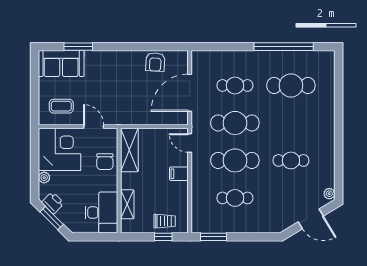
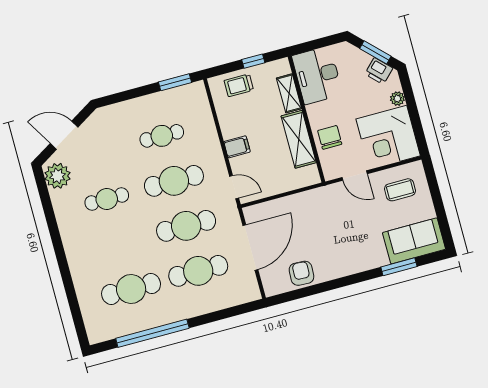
cafe table: (235, 85) -> (198, 271), width x1.37, depth x1.35
shelving: (129, 150) -> (299, 139), moved
plant: (329, 194) -> (57, 176), width x1.87, depth x1.87
window: (163, 237) -> (253, 61), moved

